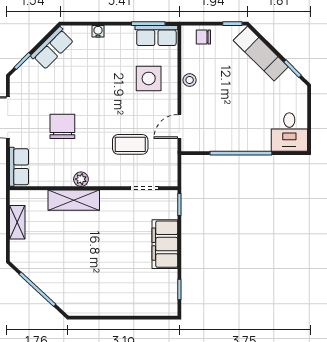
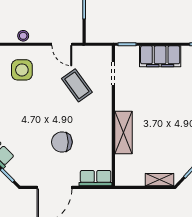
coffee table: (130, 144) -> (77, 85), turned -36
plant: (81, 179) -> (106, 126), removed
shelving: (17, 222) -> (160, 180), moved

